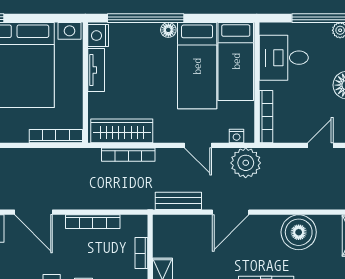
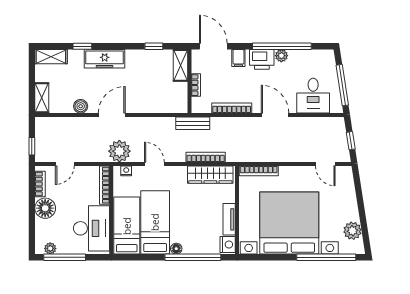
desk: (284, 58) -> (92, 228), width x1.37
bench: (178, 201) -> (193, 123), moved
door: (231, 212) -> (112, 115), moved
boiler: (299, 232) -> (81, 106), width x0.54, depth x0.54

